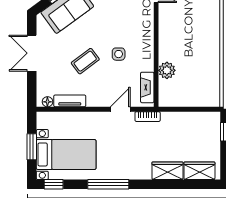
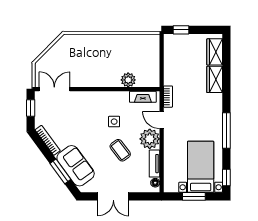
plant: (99, 95) -> (150, 139), added

